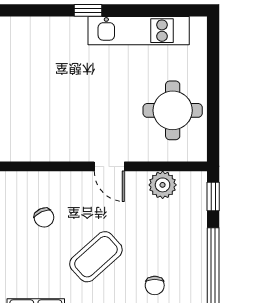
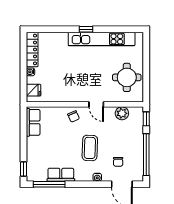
kitchen unit: (139, 31) -> (102, 39), width x1.36
chair: (44, 218) -> (74, 116), moved
coffee table: (96, 257) -> (90, 148), turned -46

